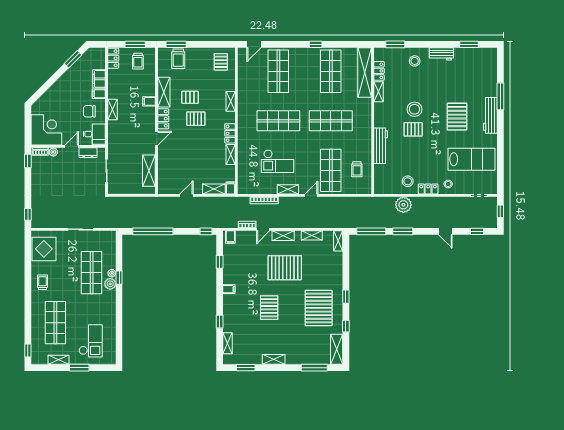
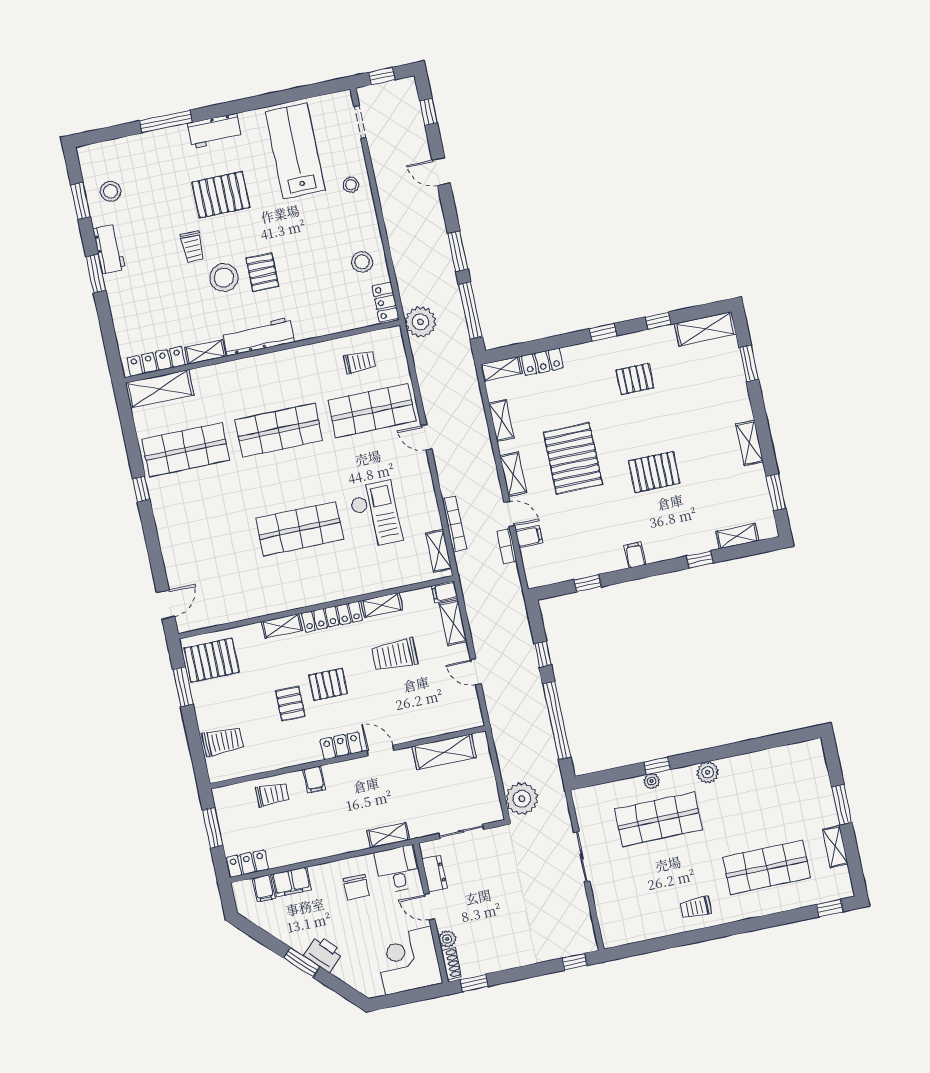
window: (176, 44) -> (183, 687), moved
door: (254, 44) -> (166, 605), hinge flipped
window: (395, 44) -> (96, 274), moved
window: (73, 59) -> (302, 962), moved
trolley: (138, 61) -> (272, 794), moved
stool: (415, 61) -> (111, 191), moved
pallet: (221, 62) -> (212, 660), width x1.50, depth x1.42
shop shelf: (278, 71) -> (206, 548), removed
locker: (379, 71) -> (156, 361), width x1.53
shelving: (365, 72) -> (160, 389), width x0.68
printer: (59, 87) -> (323, 954), added
shelving: (164, 92) -> (291, 755), removed
filing cabinet: (99, 94) -> (264, 888), moved
trolley: (434, 96) -> (192, 247), added
shelving: (112, 109) -> (388, 835), moved
workbench: (490, 115) -> (215, 131), width x0.73
pallet: (196, 119) -> (328, 684), turned 90
shop shelf: (278, 121) -> (300, 529), turned 90
shop shelf: (331, 121) -> (279, 430), turned 90
locker: (230, 133) -> (332, 617), width x1.53
workbench: (381, 146) -> (258, 337), moved
trolley: (204, 156) -> (395, 655), added
shelving: (288, 189) -> (439, 551), moved
locker: (428, 189) -> (385, 302), moved
plant: (117, 205) -> (522, 799), added
plant: (403, 205) -> (421, 322), moved
window: (206, 231) -> (543, 654), moved
door: (445, 231) -> (441, 172), swing flipped
filing cabinet: (230, 237) -> (529, 536), moved
display table: (44, 249) -> (633, 918), removed
locker: (337, 263) -> (542, 362), added
plant: (110, 284) -> (708, 772), moved
pallet: (319, 308) -> (635, 379), width x0.49, depth x0.50
checkout: (91, 341) -> (787, 794), removed
window: (314, 368) -> (749, 363), width x0.69

